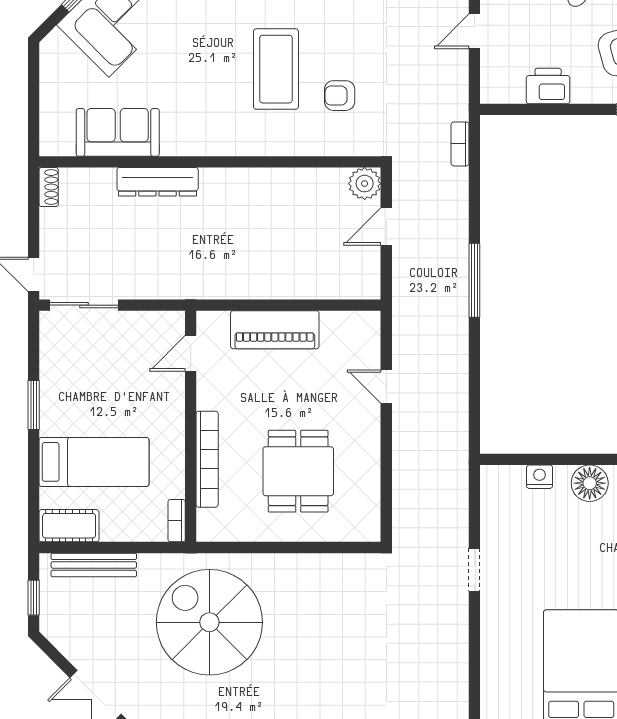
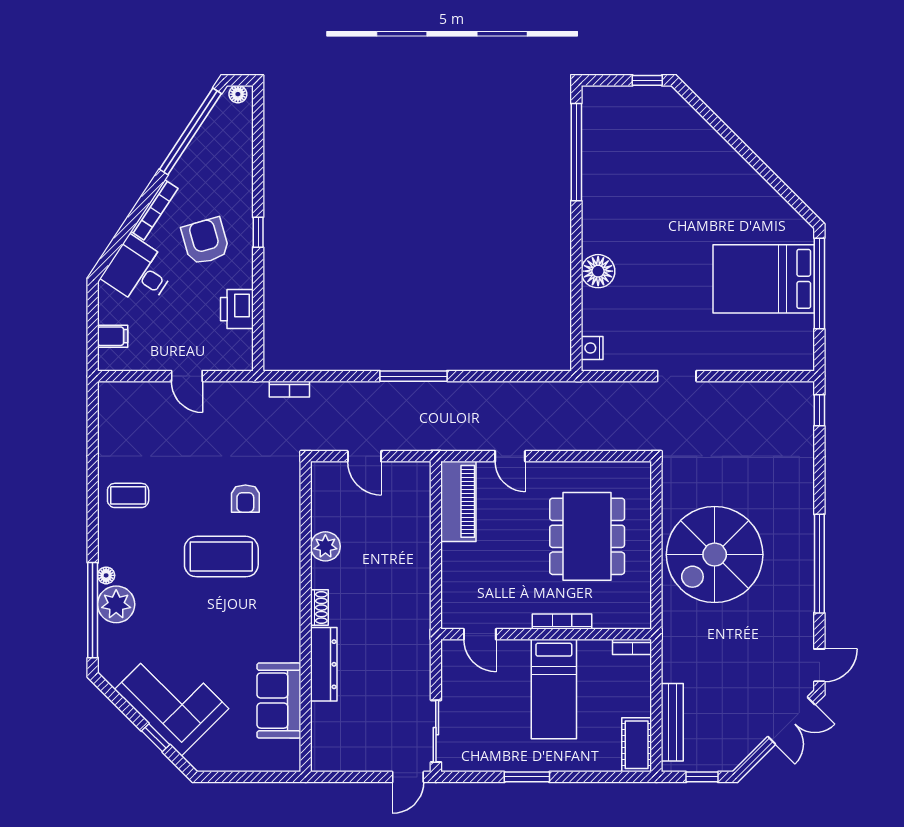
plant: (365, 184) -> (325, 546), moved
shoe rack: (49, 187) -> (319, 608), moved, turned 90
piano: (275, 330) -> (458, 501), moved
door: (386, 387) -> (510, 456), hinge flipped
bookcase: (207, 459) -> (562, 622), width x0.68, depth x0.76
bed: (94, 462) -> (554, 689), moved, turned 180
dining table: (298, 471) -> (587, 536), width x1.38
nightstand: (540, 477) -> (592, 348), moved
spiral stairs: (209, 622) -> (715, 555), moved

